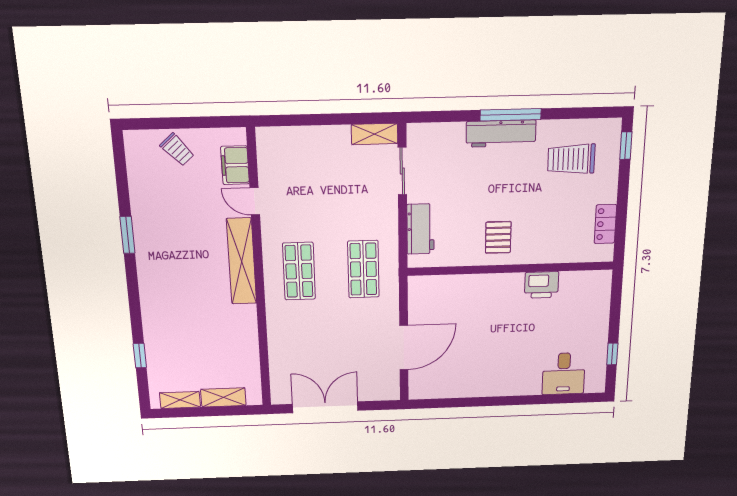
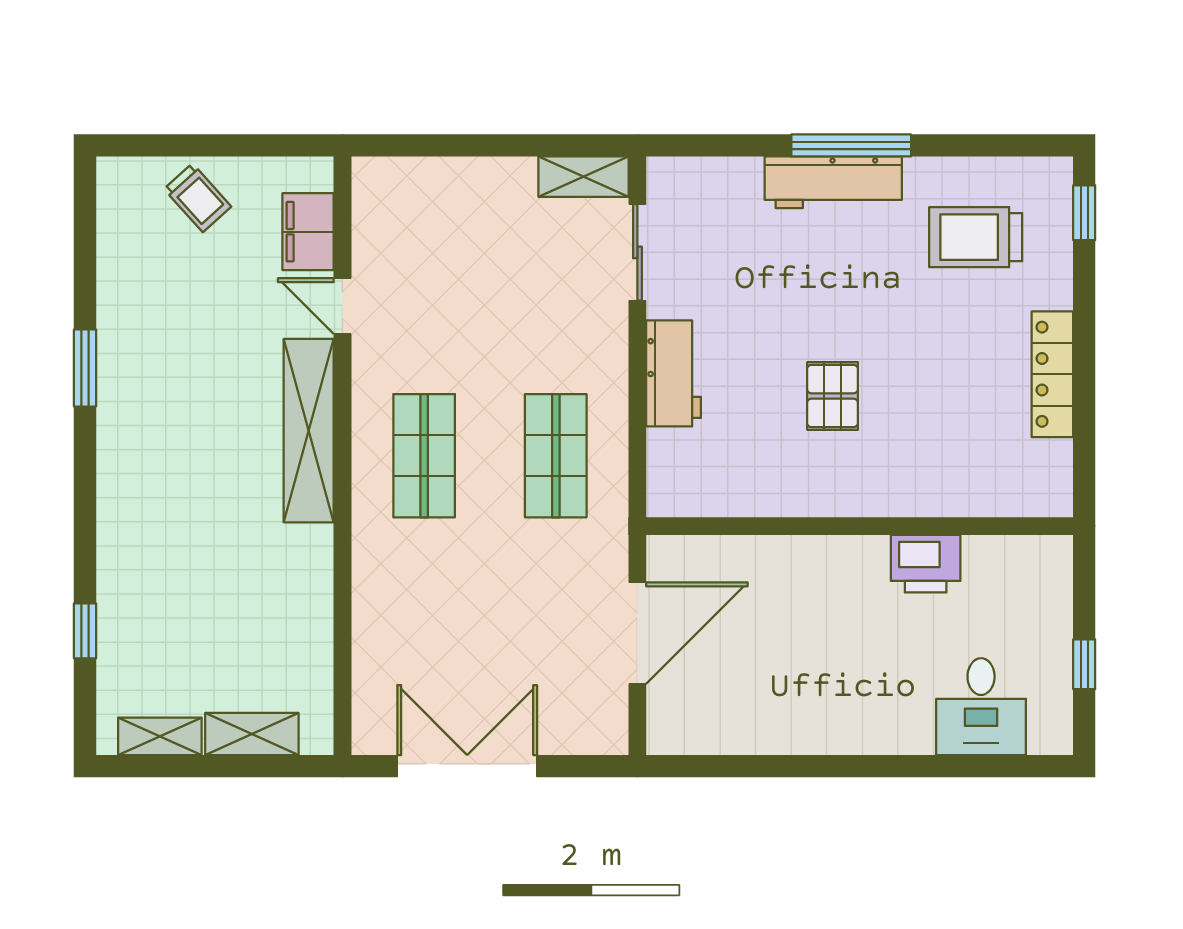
locker: (605, 224) -> (1052, 374), width x1.53
wall: (511, 269) -> (860, 526), moved
printer: (542, 285) -> (926, 564), moved

